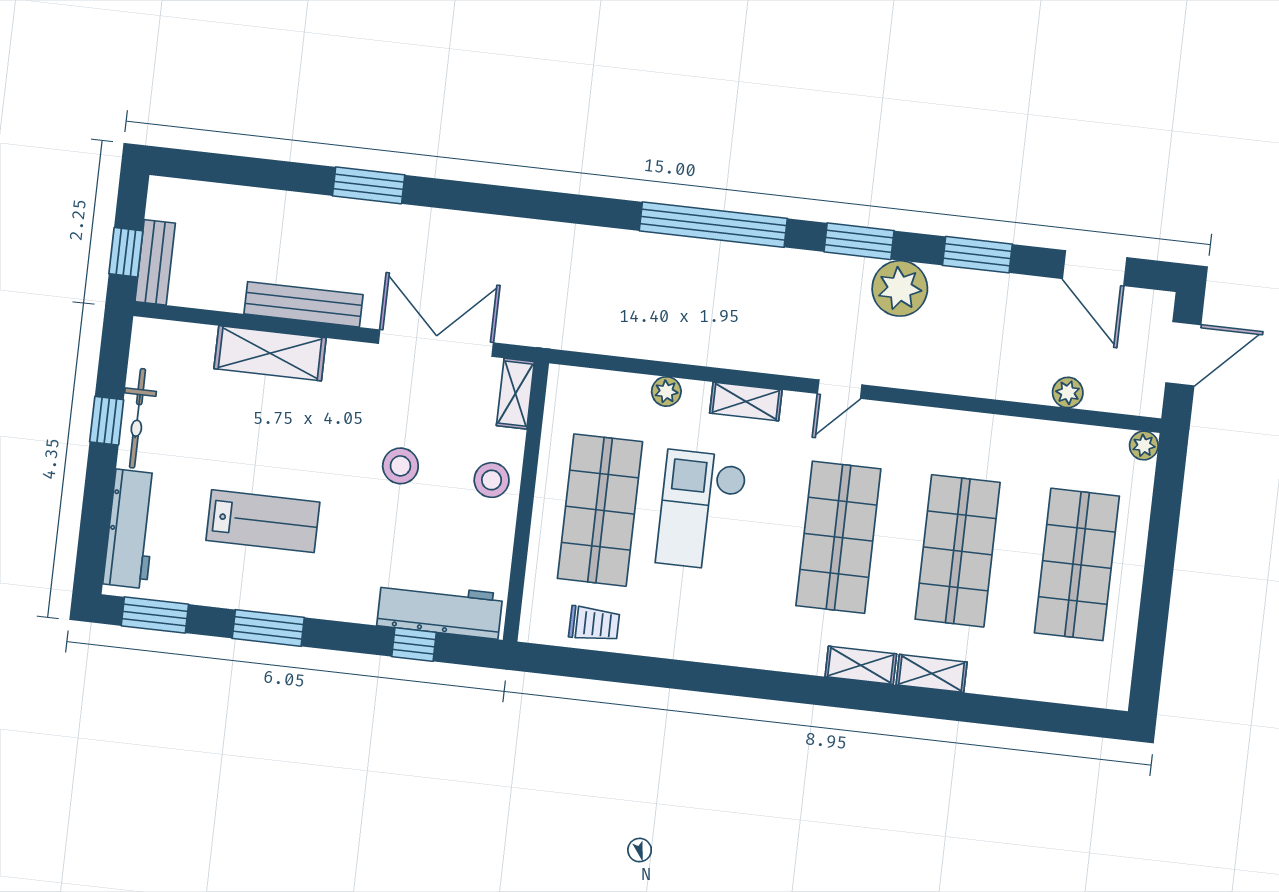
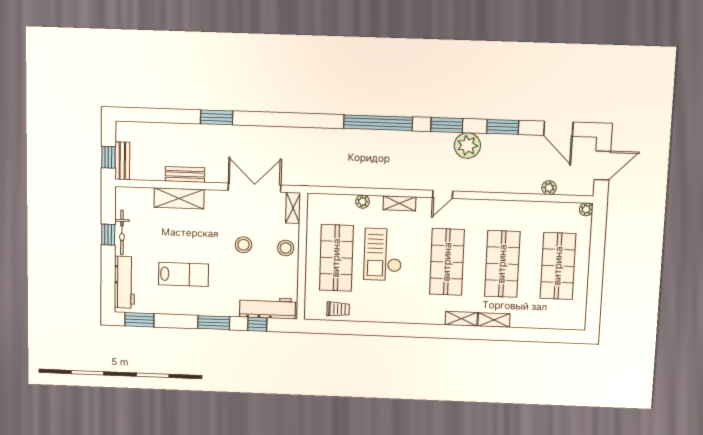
bench: (303, 304) -> (185, 174), width x0.73
window: (268, 628) -> (214, 323), moved

